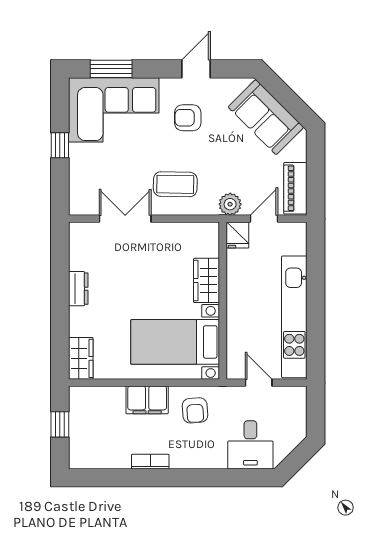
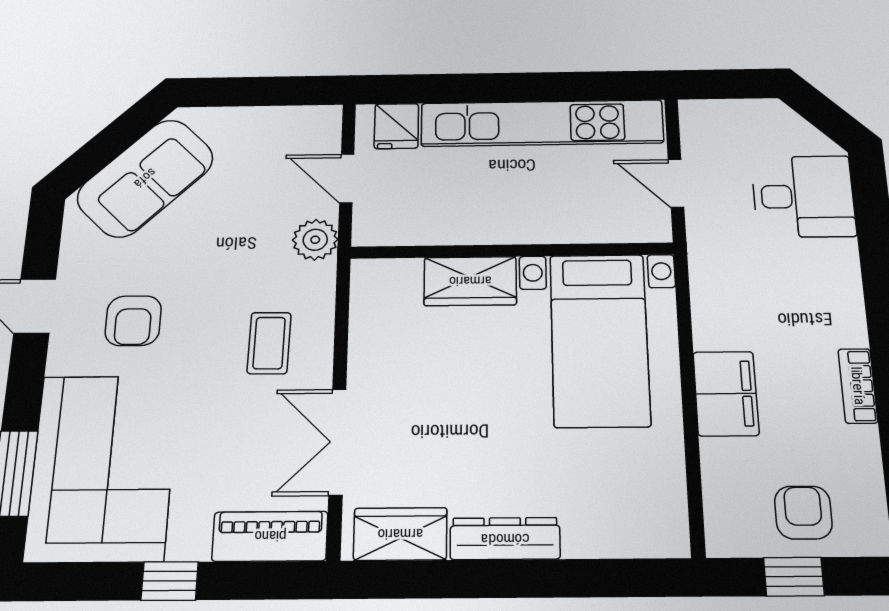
coffee table: (175, 184) -> (269, 343), width x0.73, depth x0.77
piano: (295, 188) -> (270, 536), moved, turned 180
fridge: (238, 235) -> (396, 126), moved, turned 90
dresser: (78, 289) -> (505, 539), width x1.44
wardrobe: (81, 358) -> (400, 534), moved
door: (259, 383) -> (676, 183), hinge flipped
armchair: (195, 410) -> (803, 512), moved, turned -86

